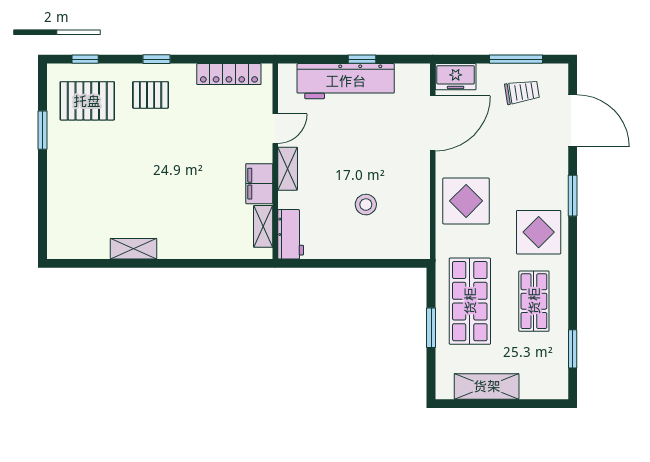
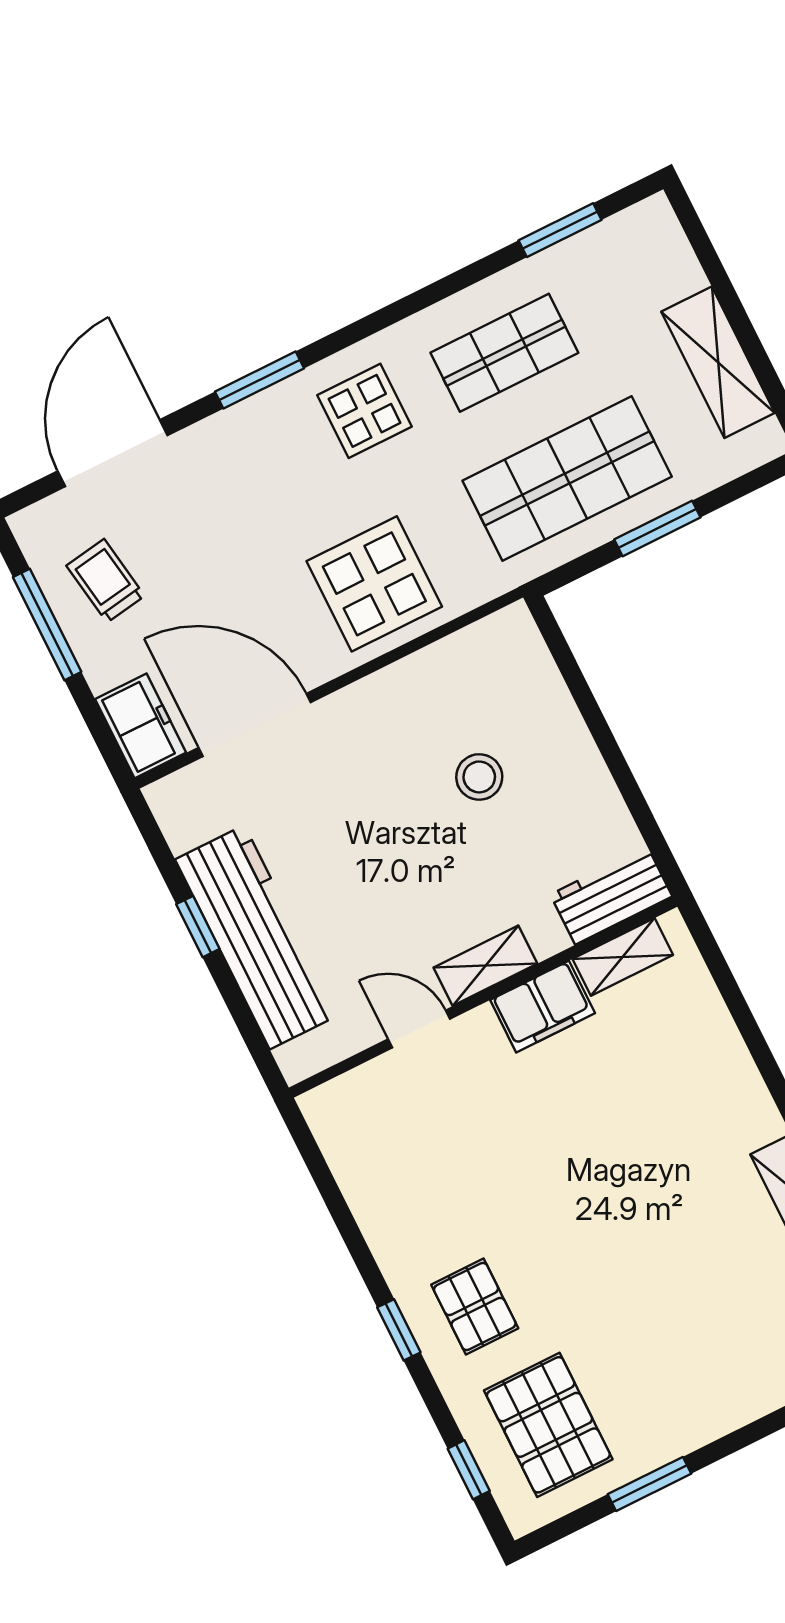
locker: (229, 74) -> (357, 1173), removed
display table: (539, 232) -> (365, 411), width x0.73, depth x0.73

